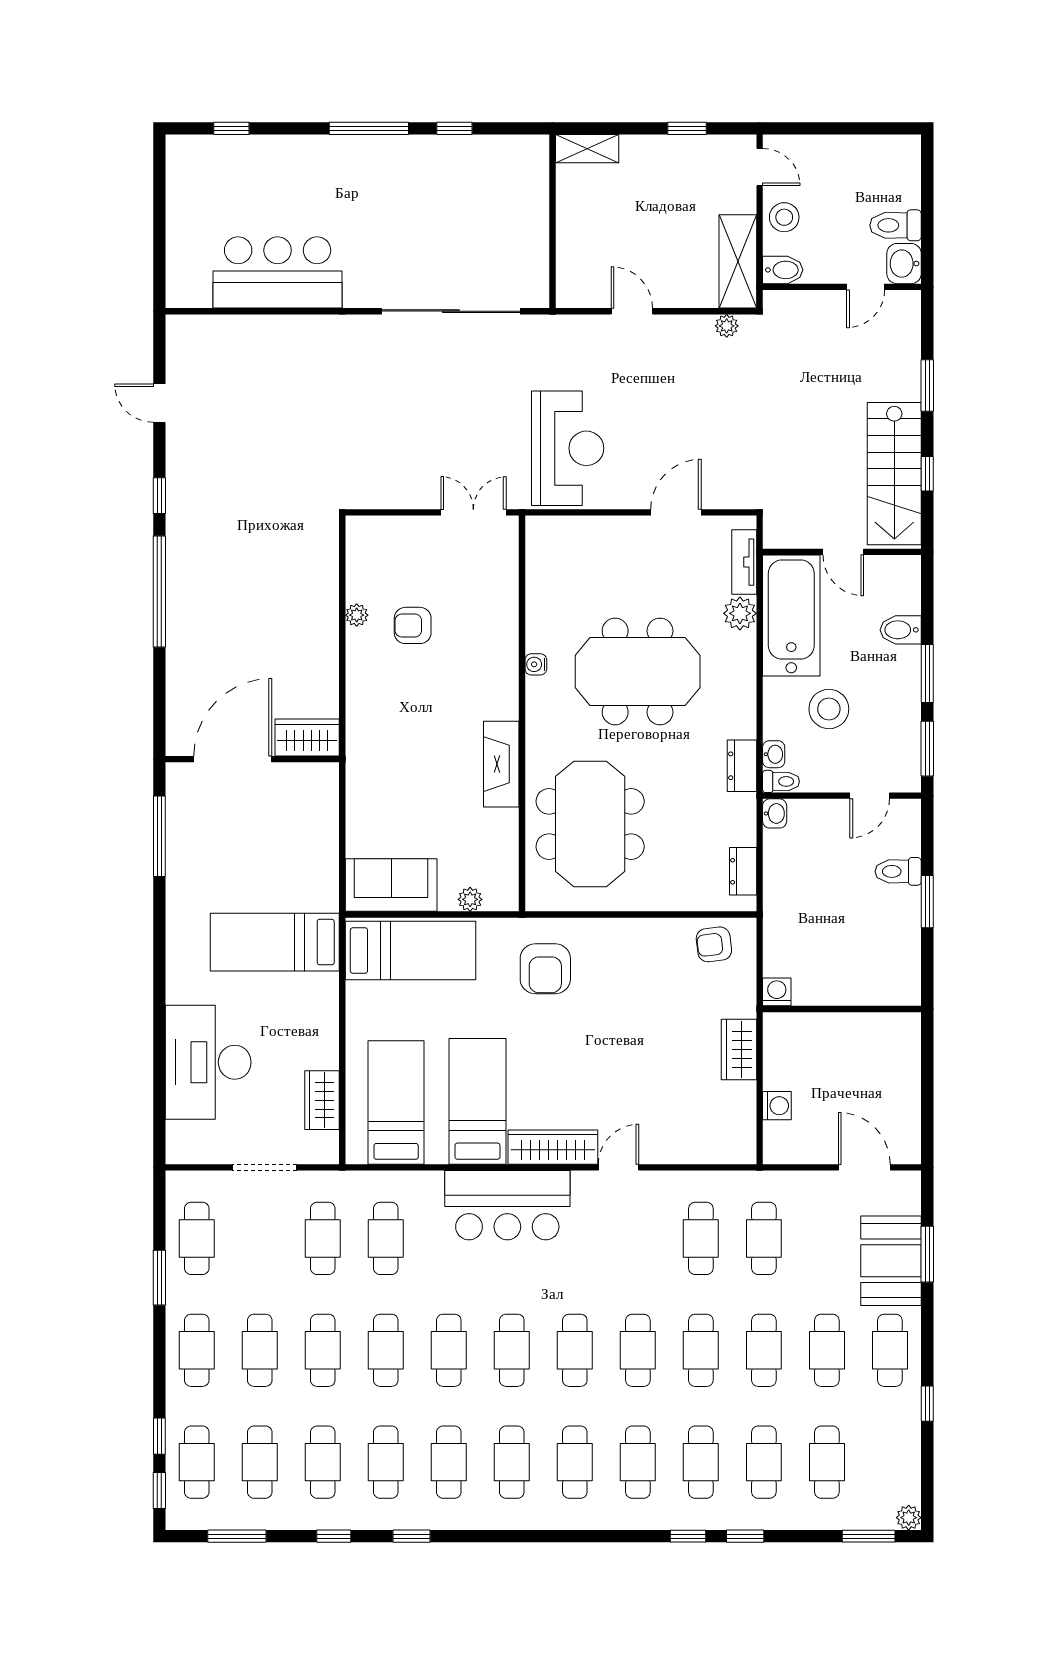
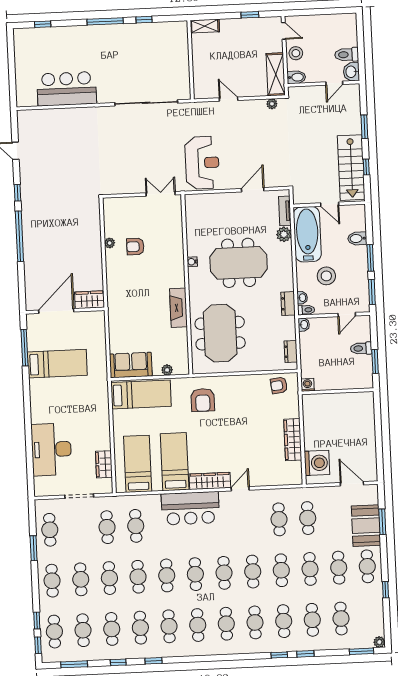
bed: (275, 942) -> (57, 364), moved, turned 180
washing machine: (777, 992) -> (308, 385), moved
wall: (842, 1009) -> (338, 391), moved
wardrobe: (739, 1050) -> (293, 440), width x1.50
washing machine: (777, 1106) -> (317, 463), width x1.89, depth x1.89

